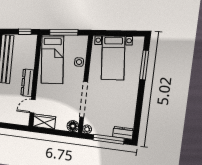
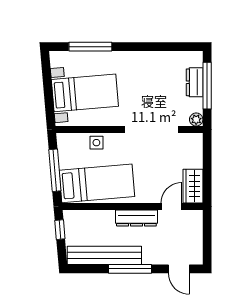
door: (33, 106) -> (171, 206), swing flipped
floor lamp: (73, 126) -> (194, 142), removed
dresser: (123, 133) -> (195, 82), moved

